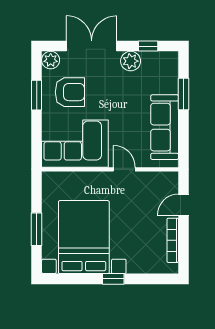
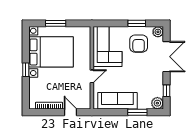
plant: (131, 61) -> (157, 103), moved

